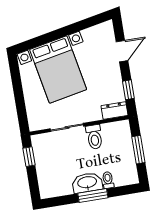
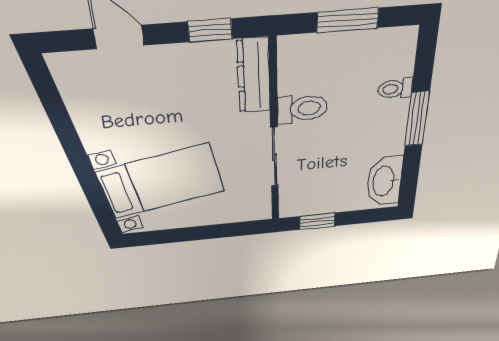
bed with nightstands: (58, 69) -> (161, 181), width x0.73
dresser: (114, 111) -> (254, 76), width x1.44
washbasin: (87, 183) -> (384, 181), moved

